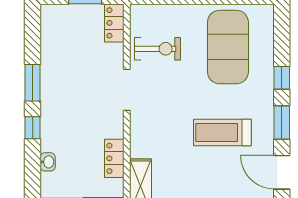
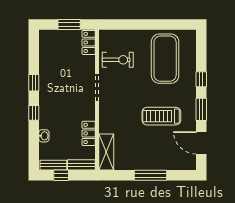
window: (33, 83) -> (34, 83), width x0.67

